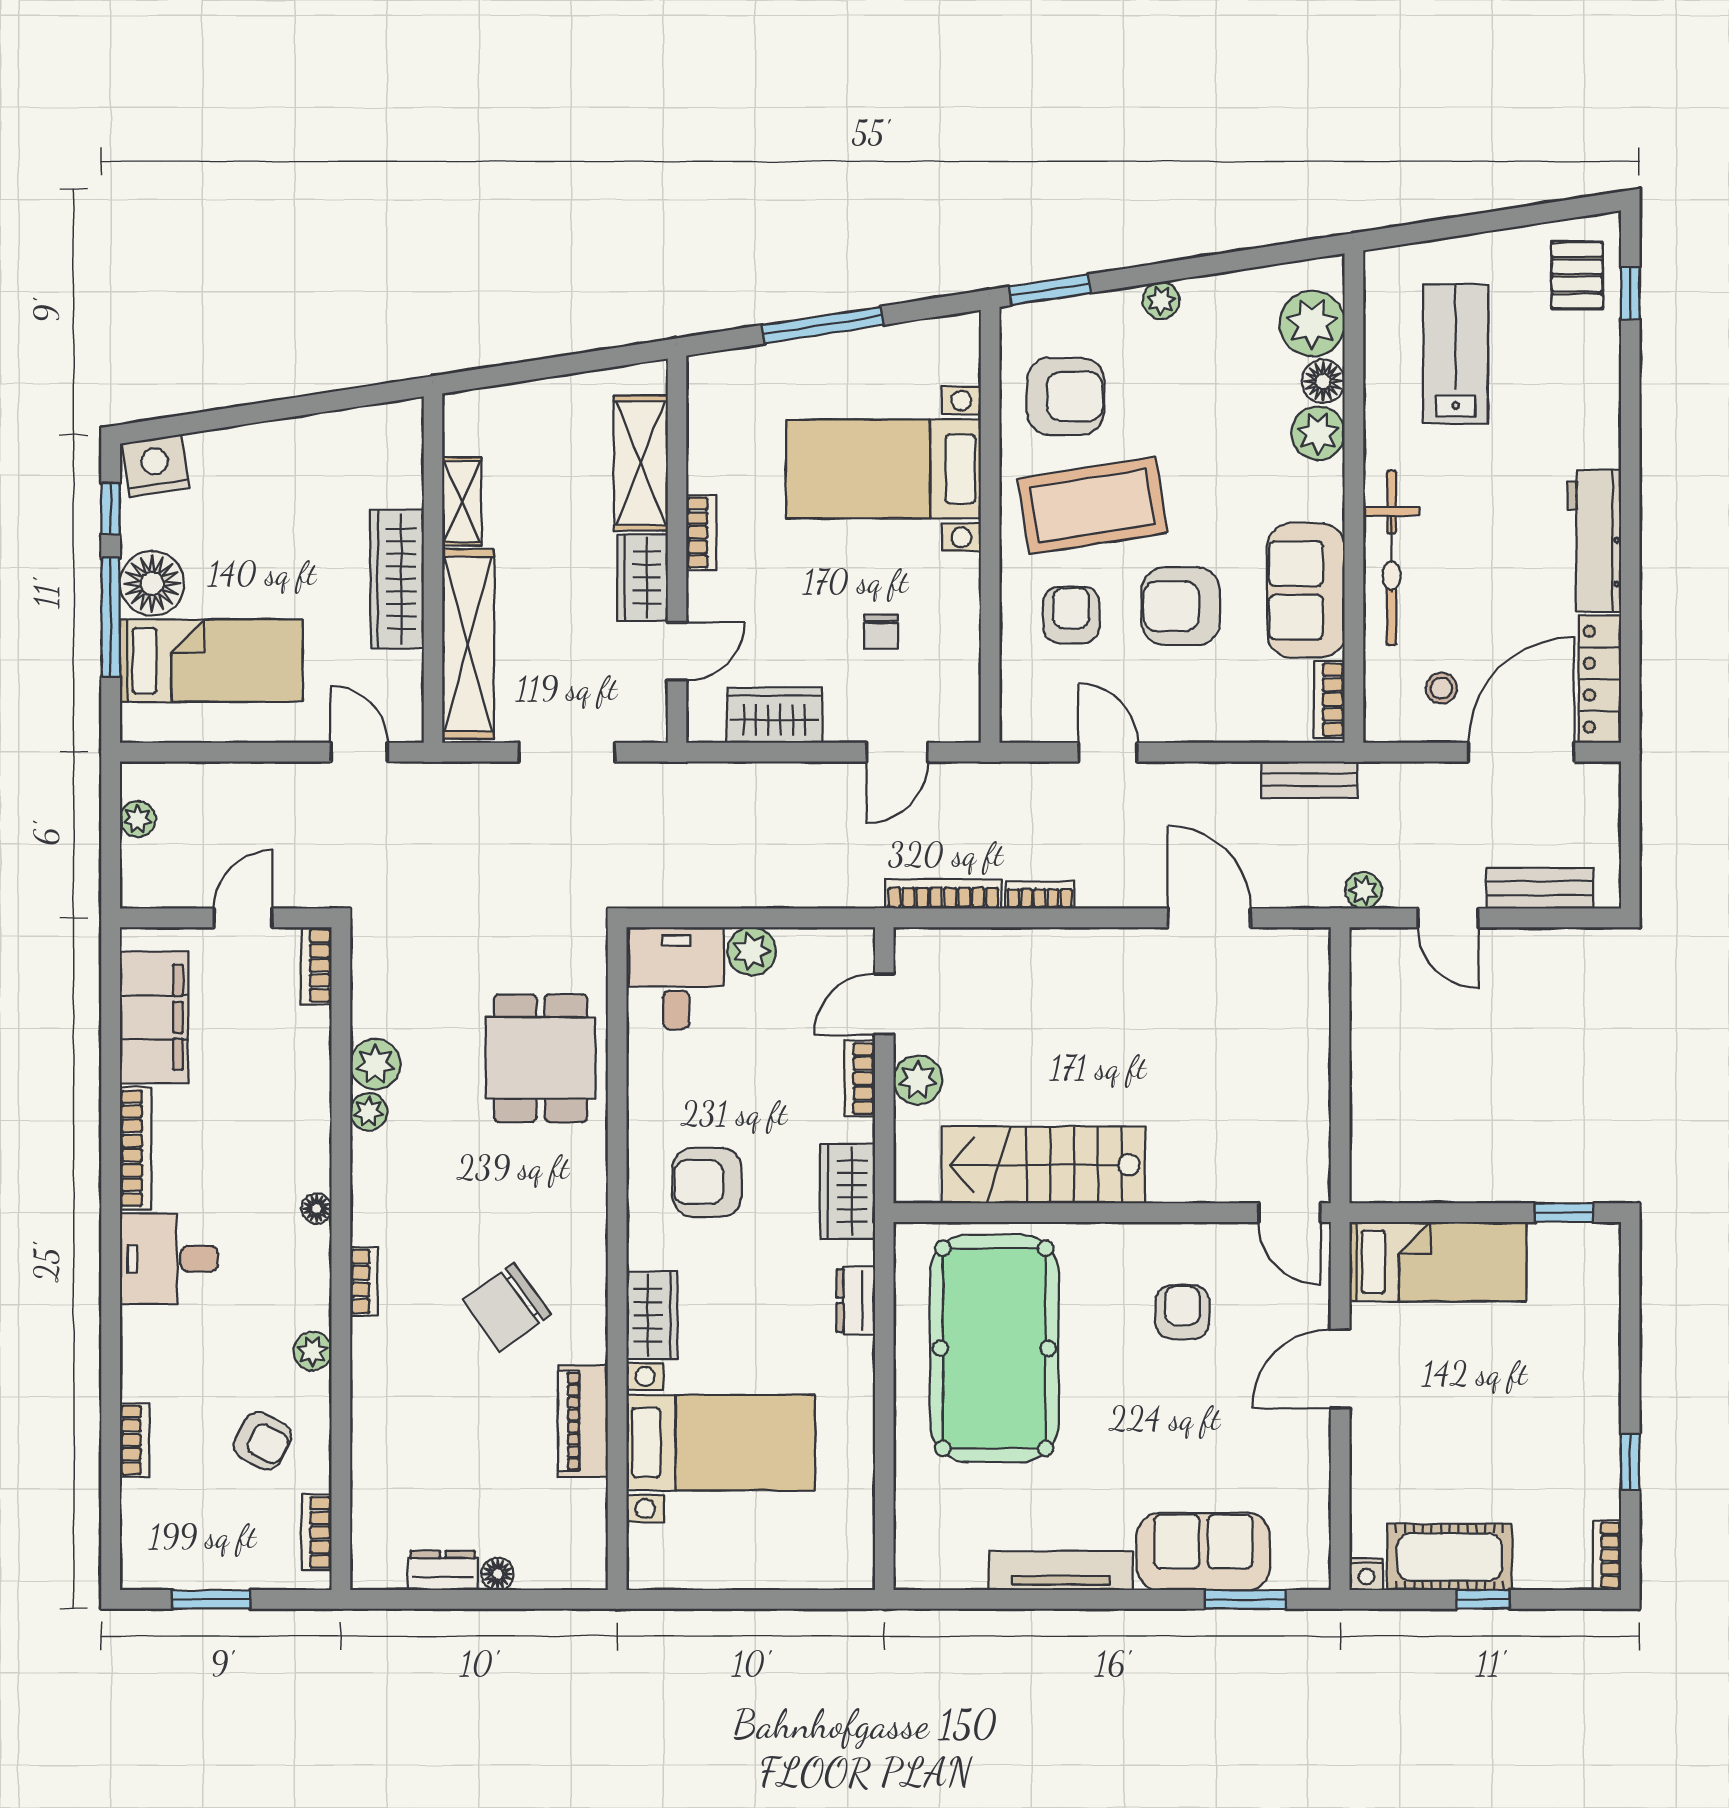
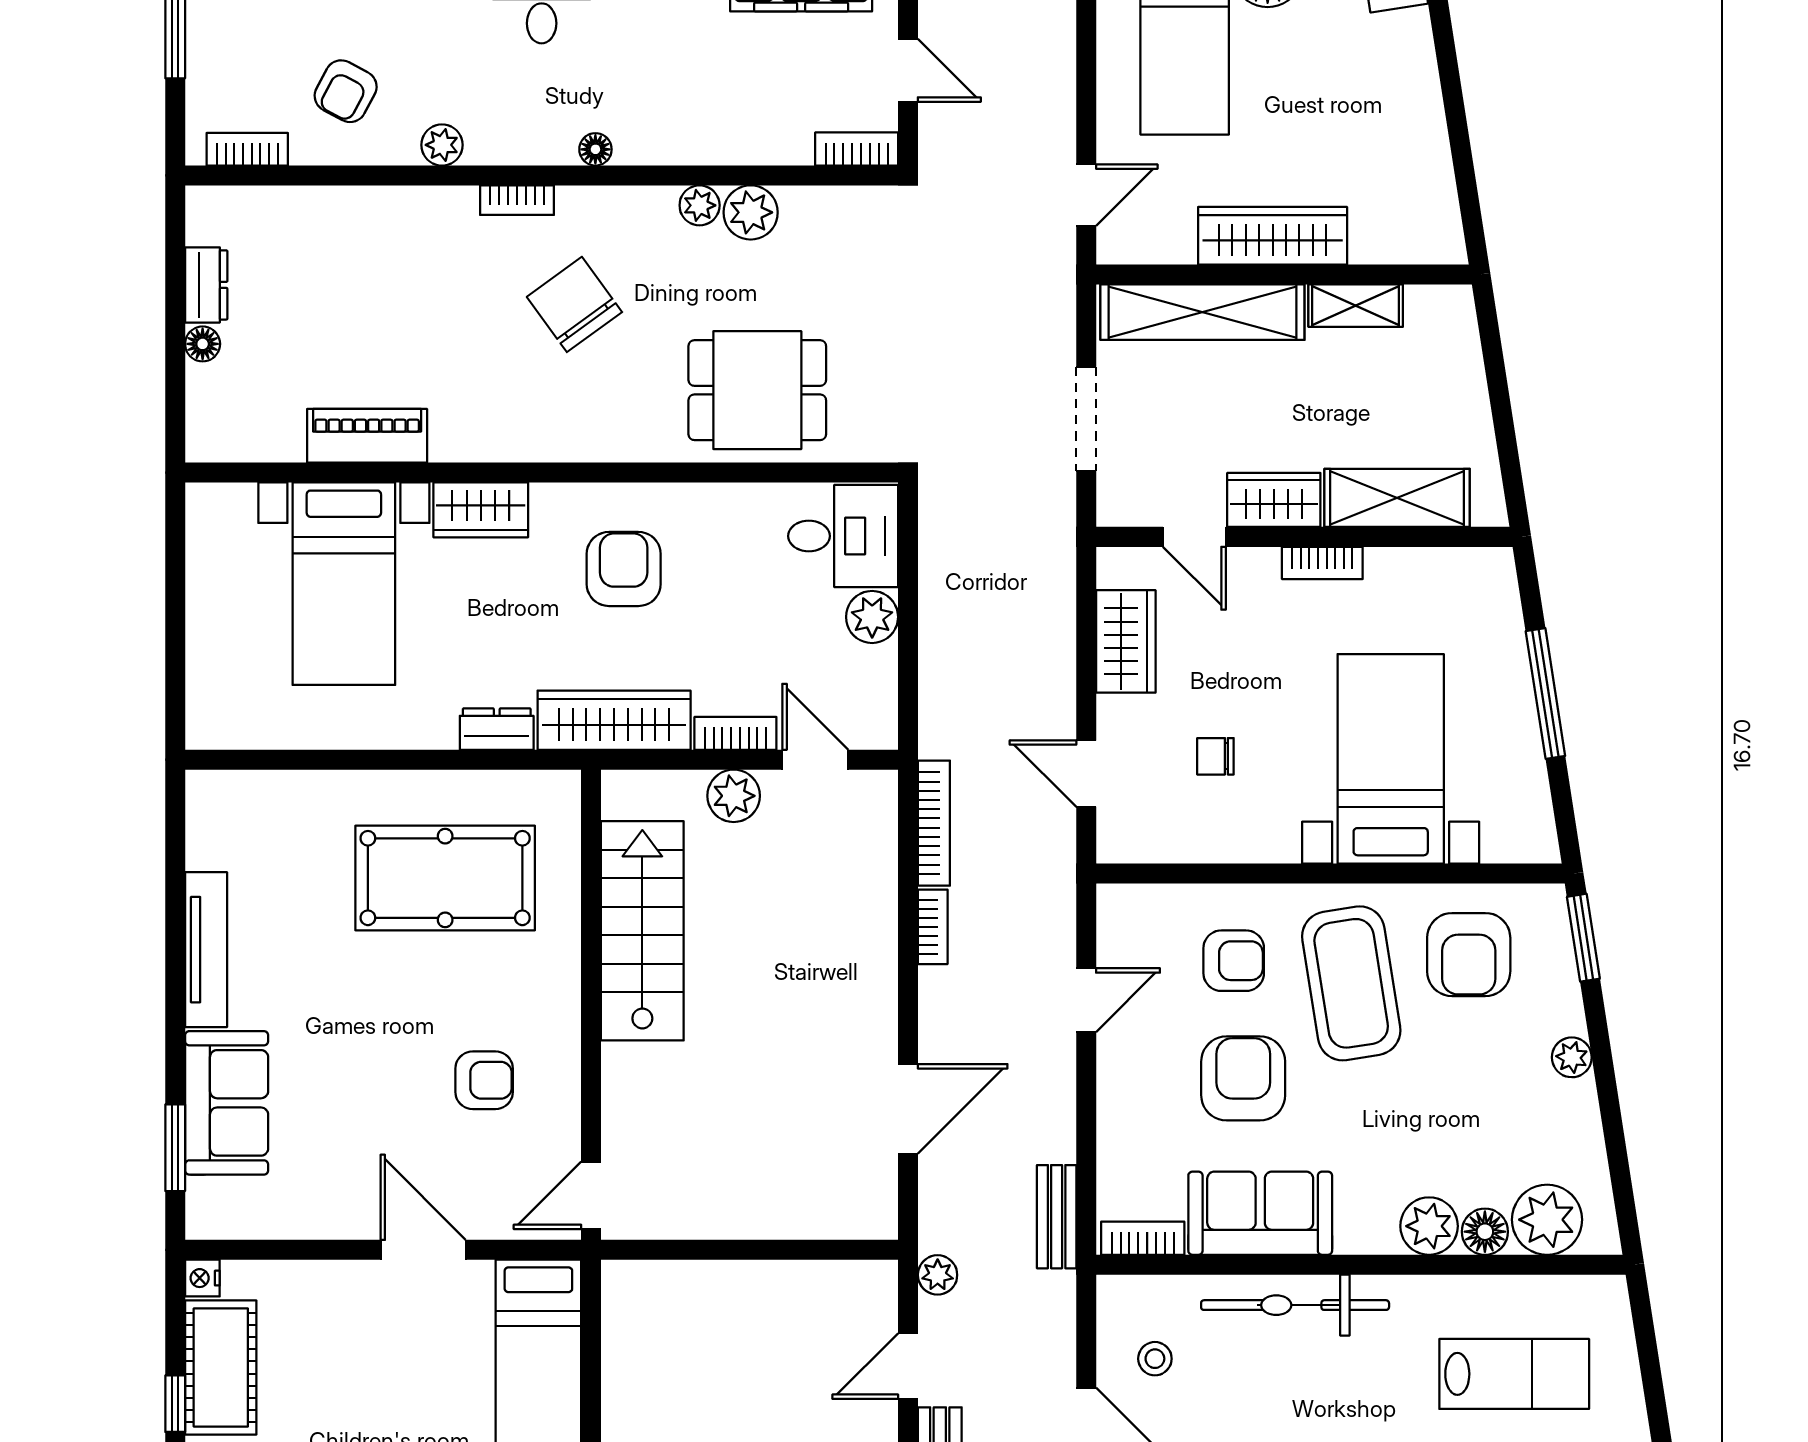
wardrobe: (848, 1191) -> (614, 720), width x1.50
chair: (507, 1307) -> (574, 304), moved
pool table: (994, 1348) -> (445, 878), width x0.73, depth x0.76

